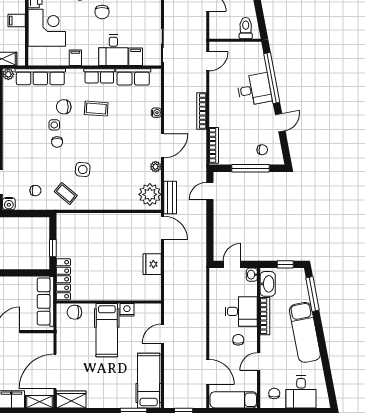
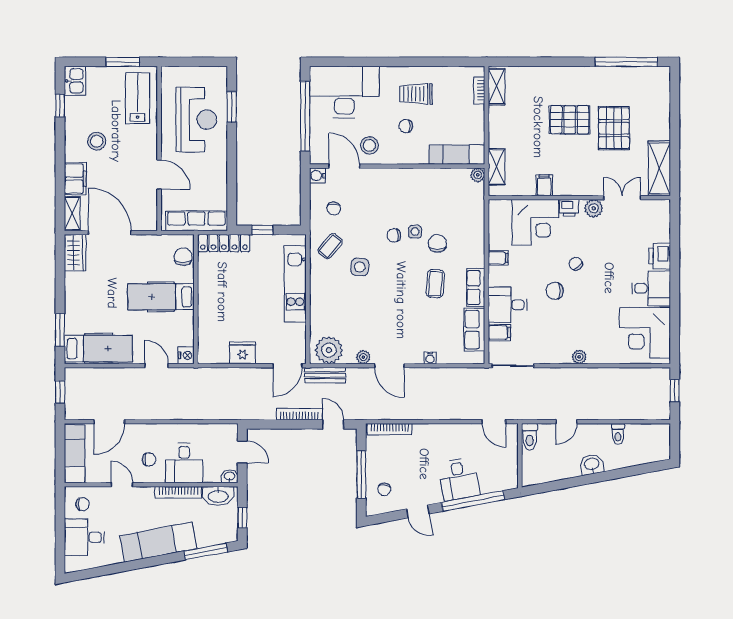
toilet: (246, 28) -> (530, 437), moved, turned 90
row of seats: (40, 77) -> (475, 214), removed
bookcase: (202, 111) -> (299, 414), moved
kitchen unit: (96, 222) -> (295, 284), added
nightstand: (127, 310) -> (186, 355), moved

